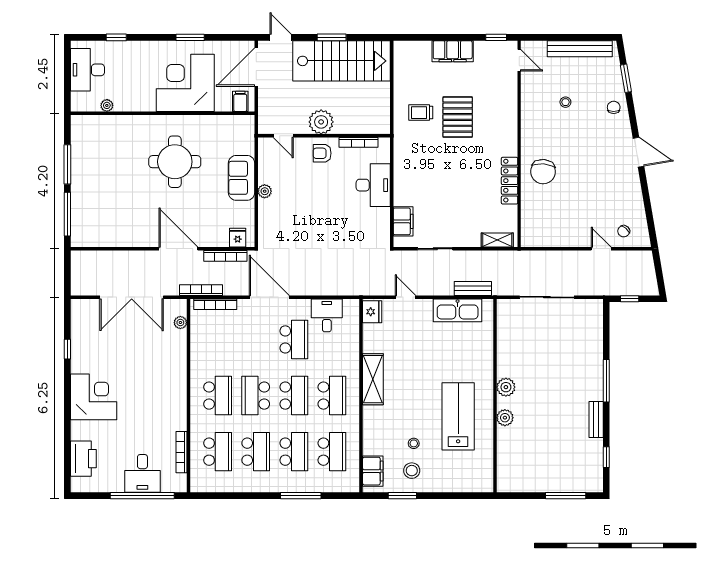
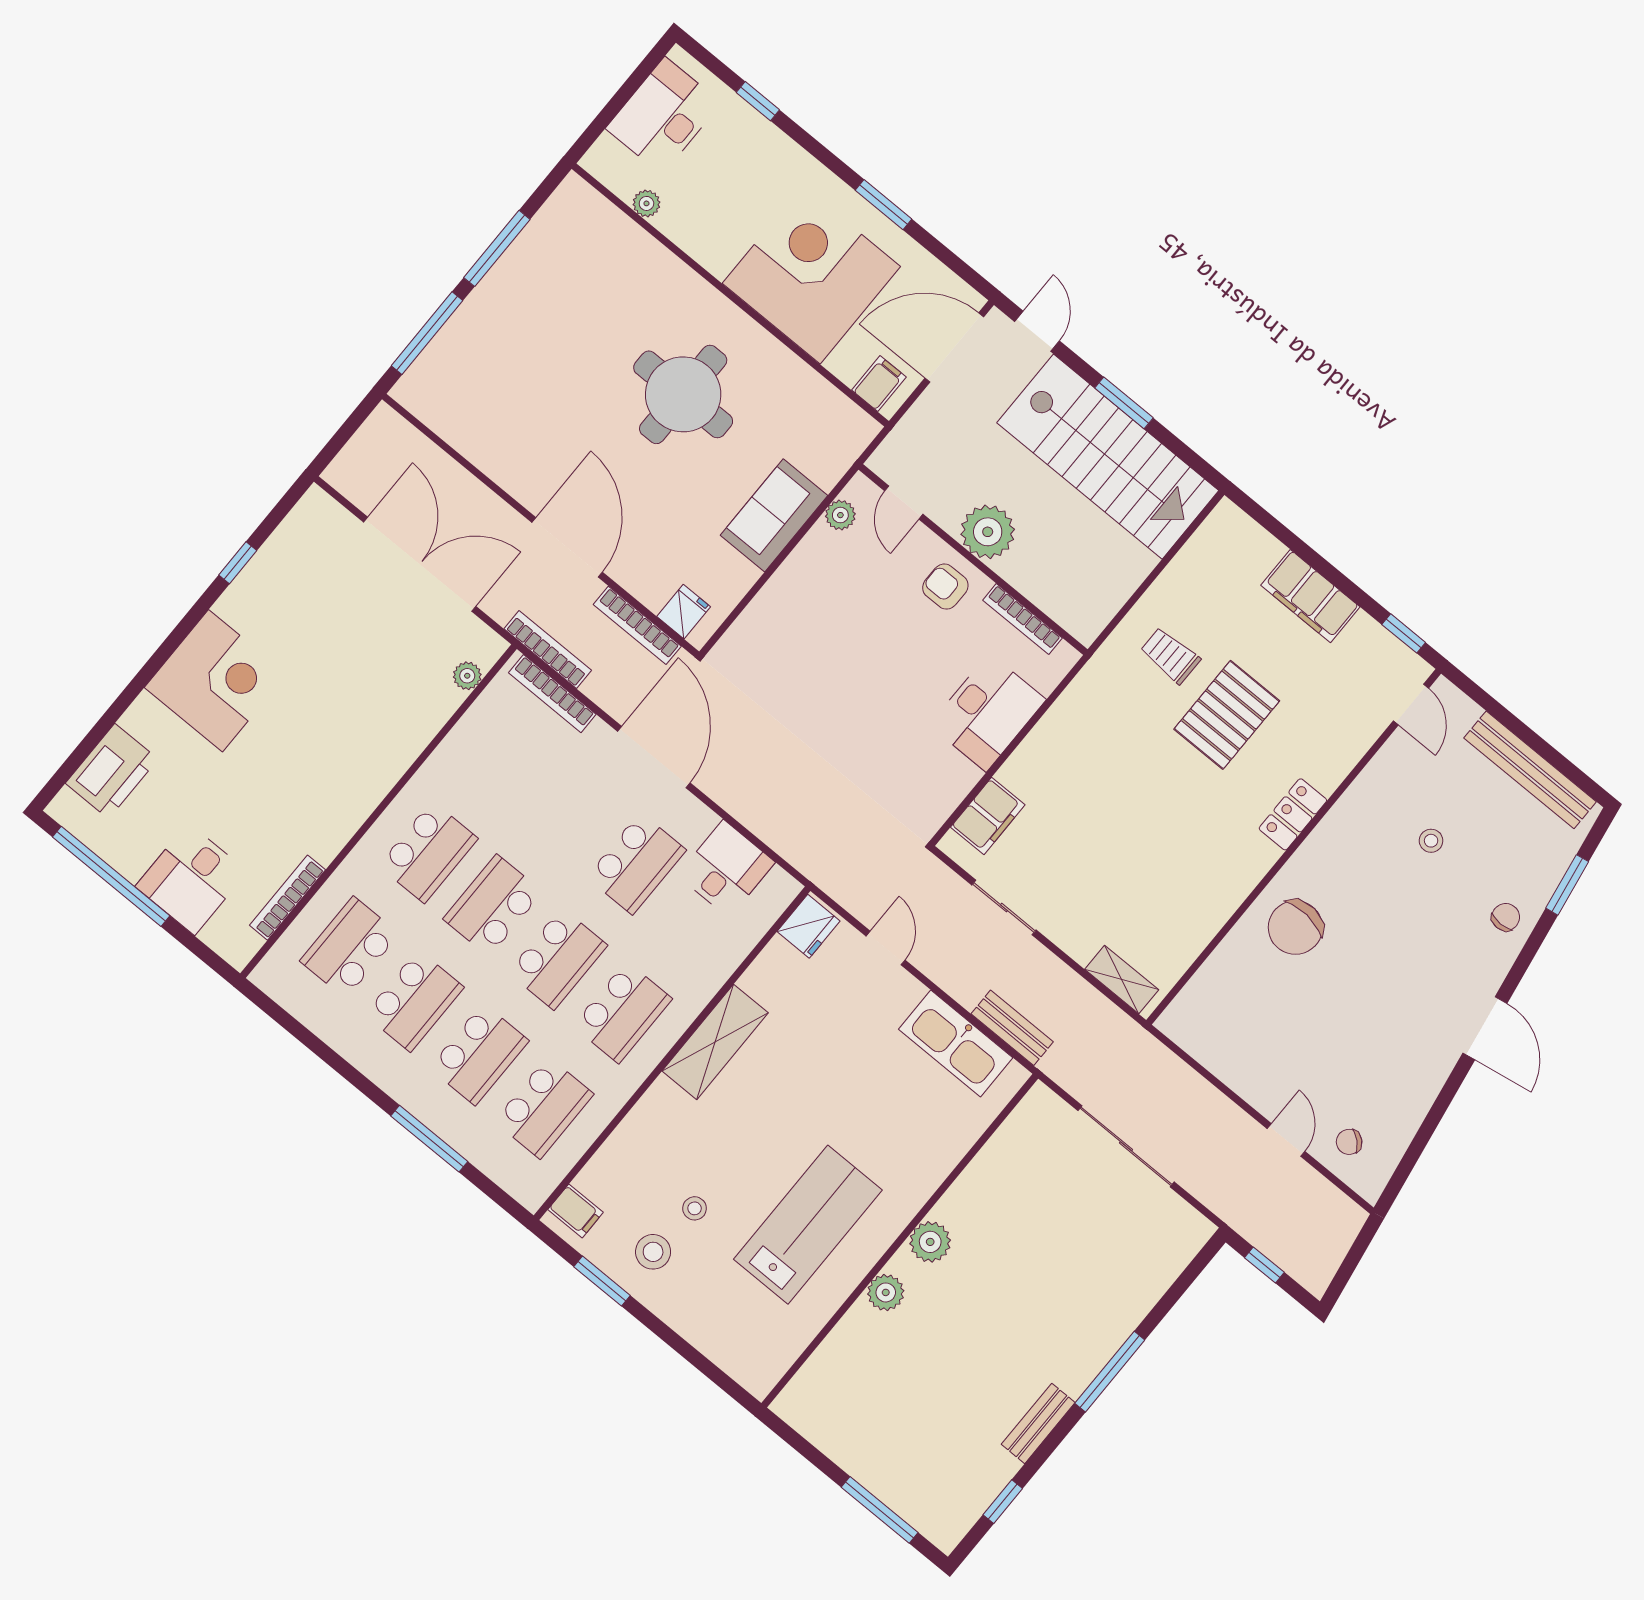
locker: (510, 181) -> (1293, 814), moved, width x0.66
plant: (265, 191) -> (840, 515), moved
double door: (132, 297) -> (420, 564), swing flipped
school desk: (218, 452) -> (349, 947), turned 180
filing cabinet: (373, 471) -> (575, 1211), width x0.50
window: (142, 496) -> (111, 876), moved

